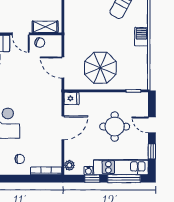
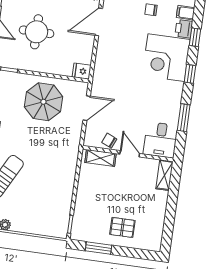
door: (63, 68) -> (87, 108), hinge flipped
door: (63, 128) -> (99, 22), moved

